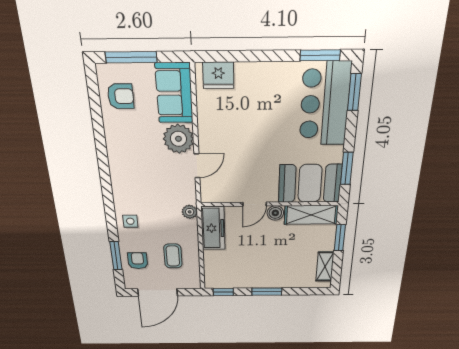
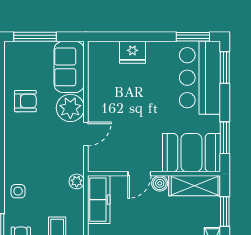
fridge: (218, 75) -> (133, 52), moved
armchair: (121, 96) -> (25, 101), moved

